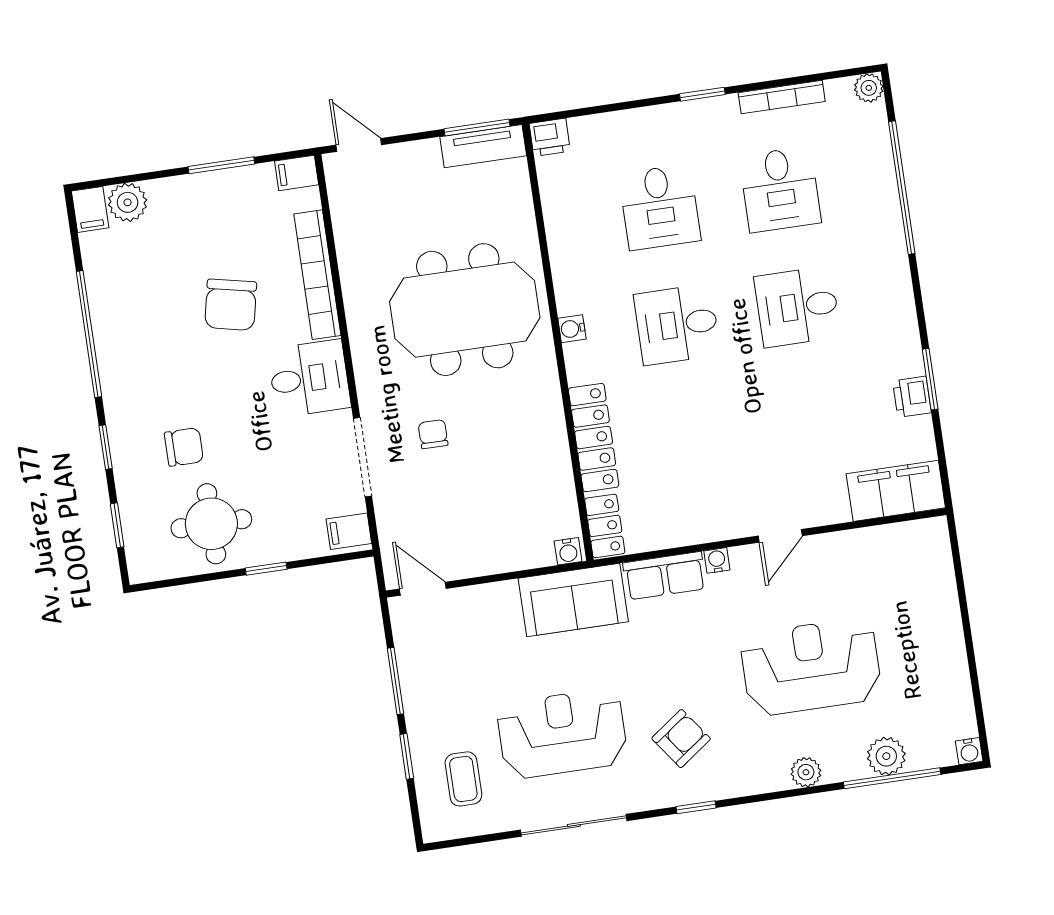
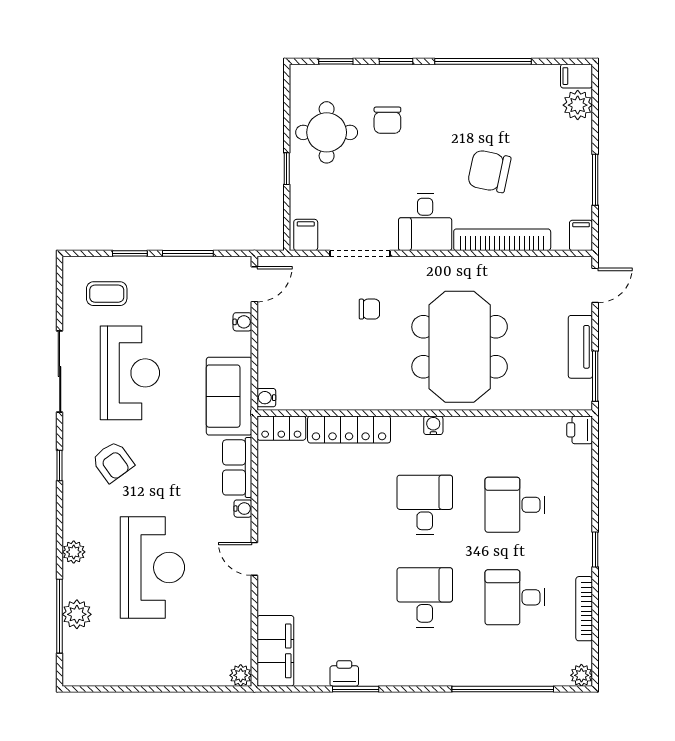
tv unit: (483, 146) -> (580, 347), moved
plant: (934, 531) -> (241, 675), added
water cooler: (969, 751) -> (242, 322), moved, turned 180

